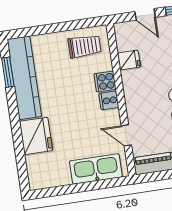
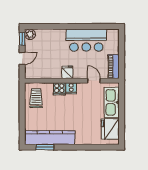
fridge: (129, 60) -> (67, 72), moved
door: (126, 135) -> (94, 81), swing flipped
fridge: (36, 136) -> (110, 129), moved, turned -90

